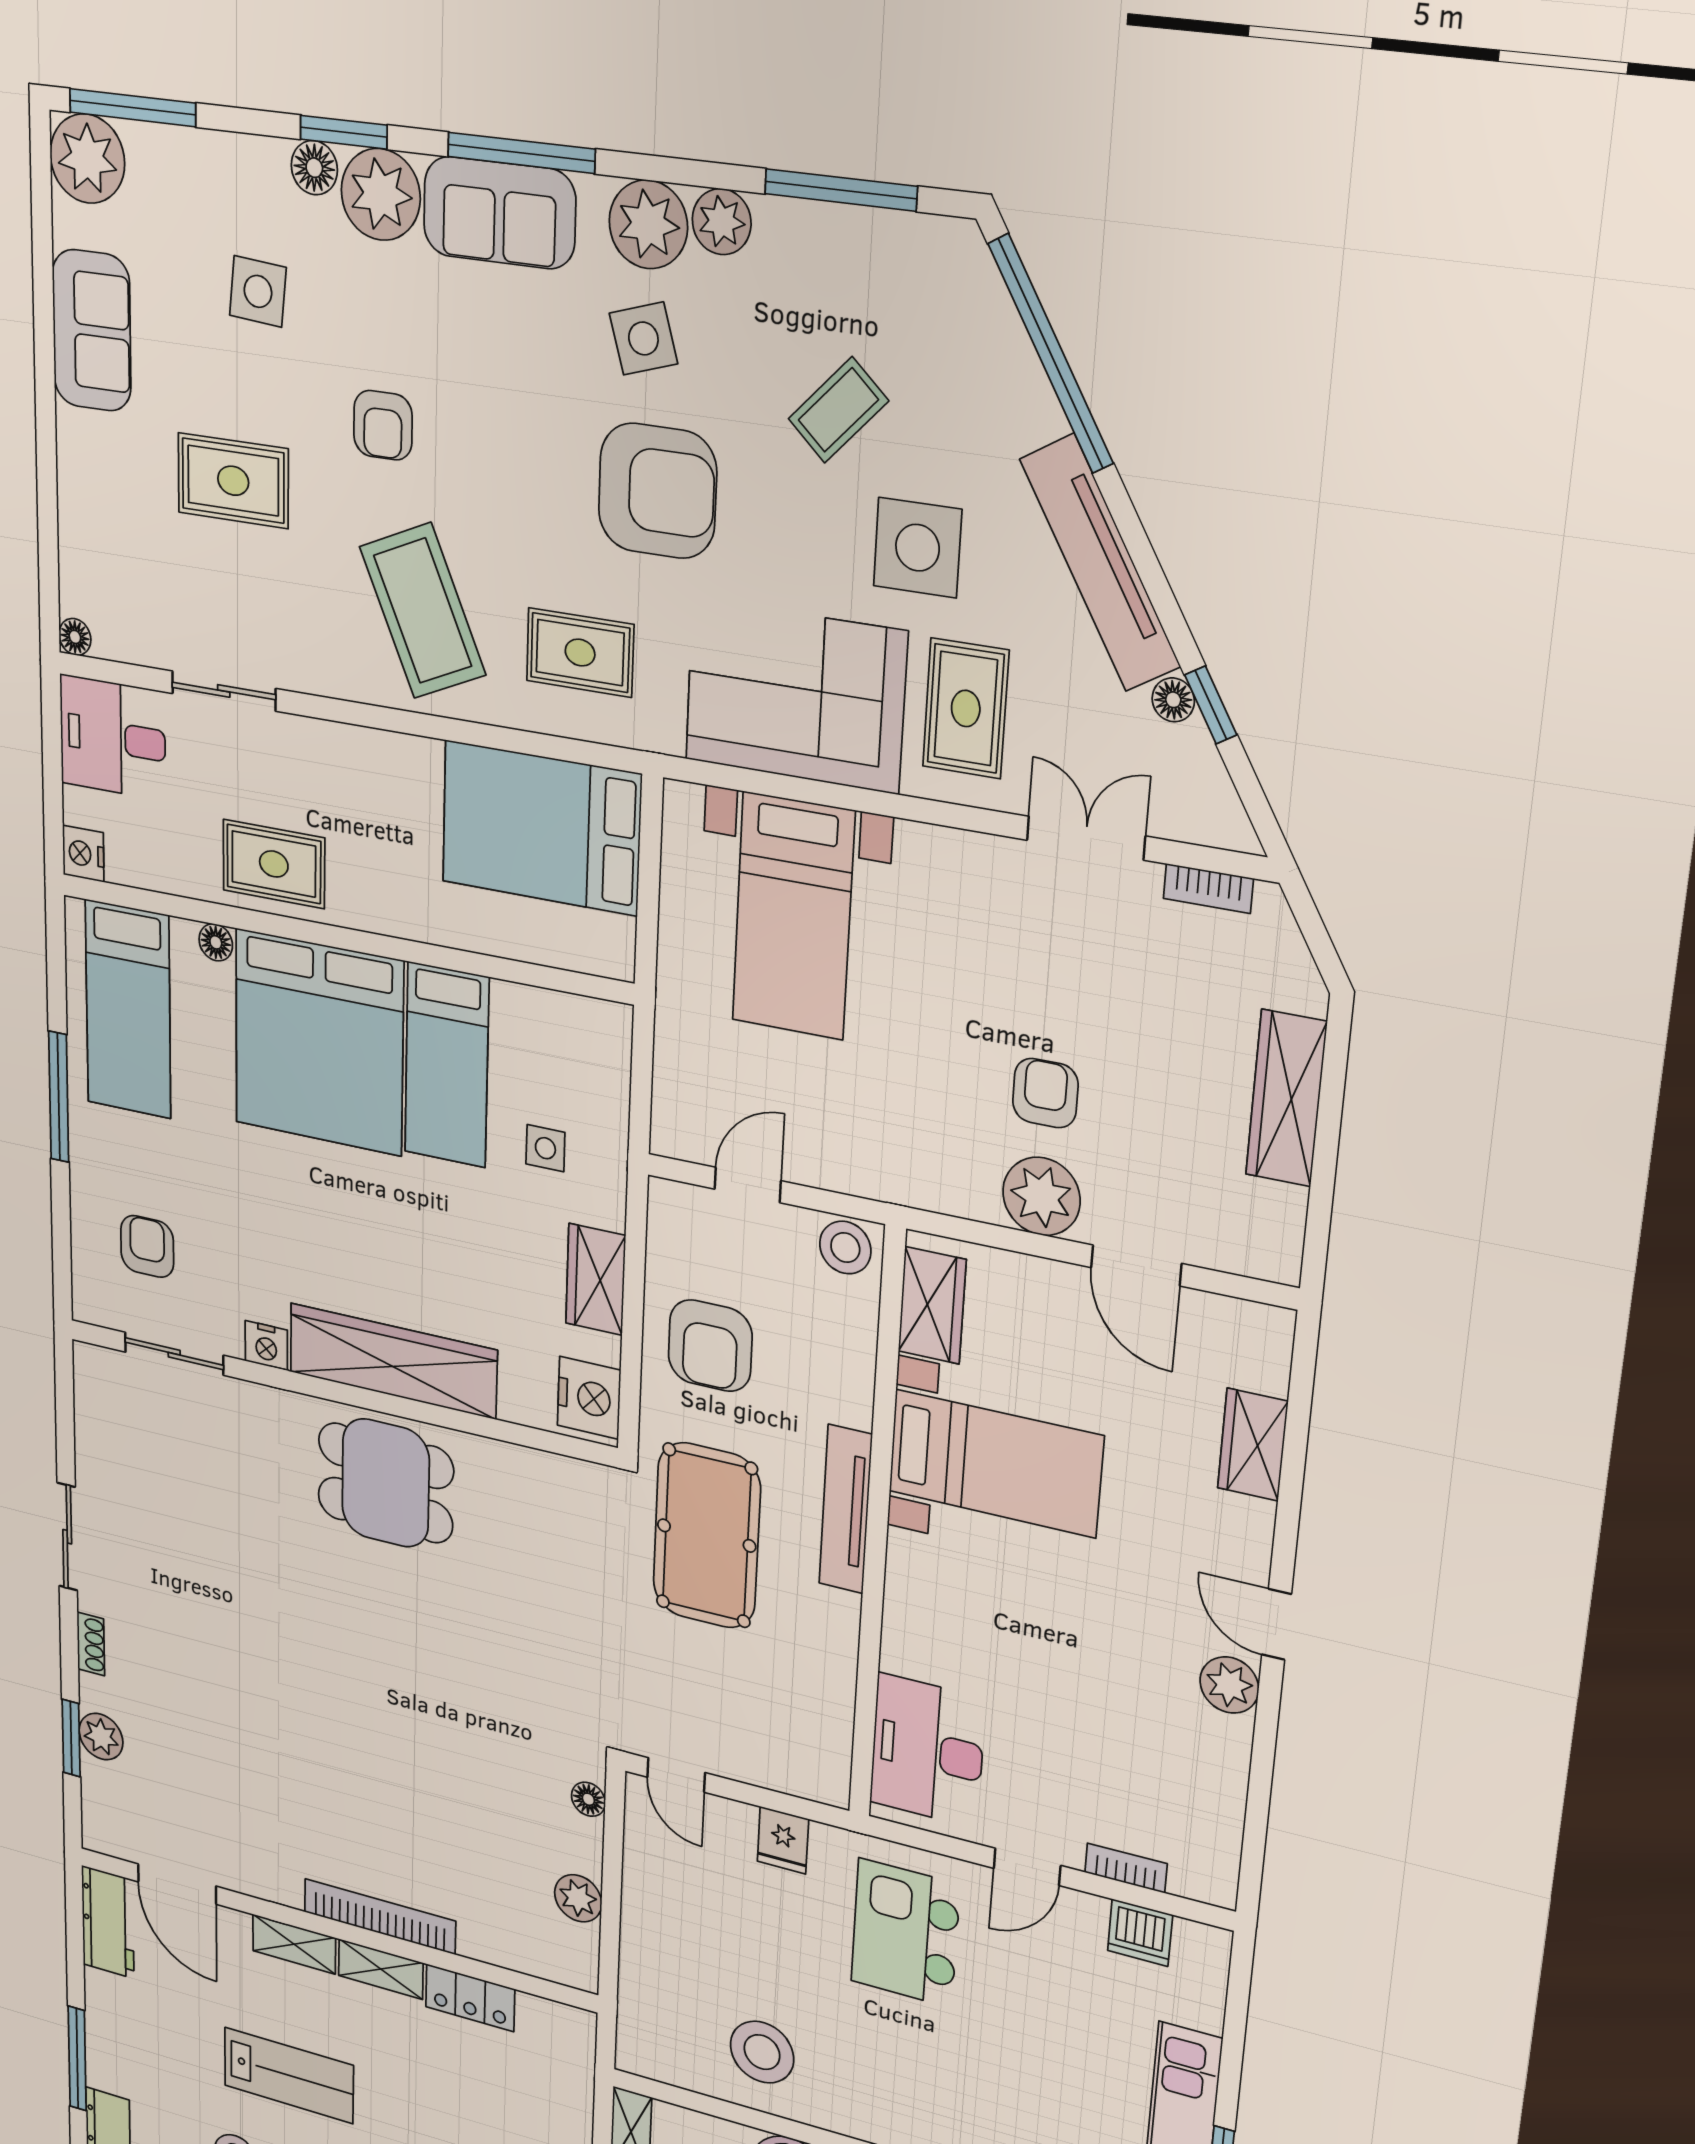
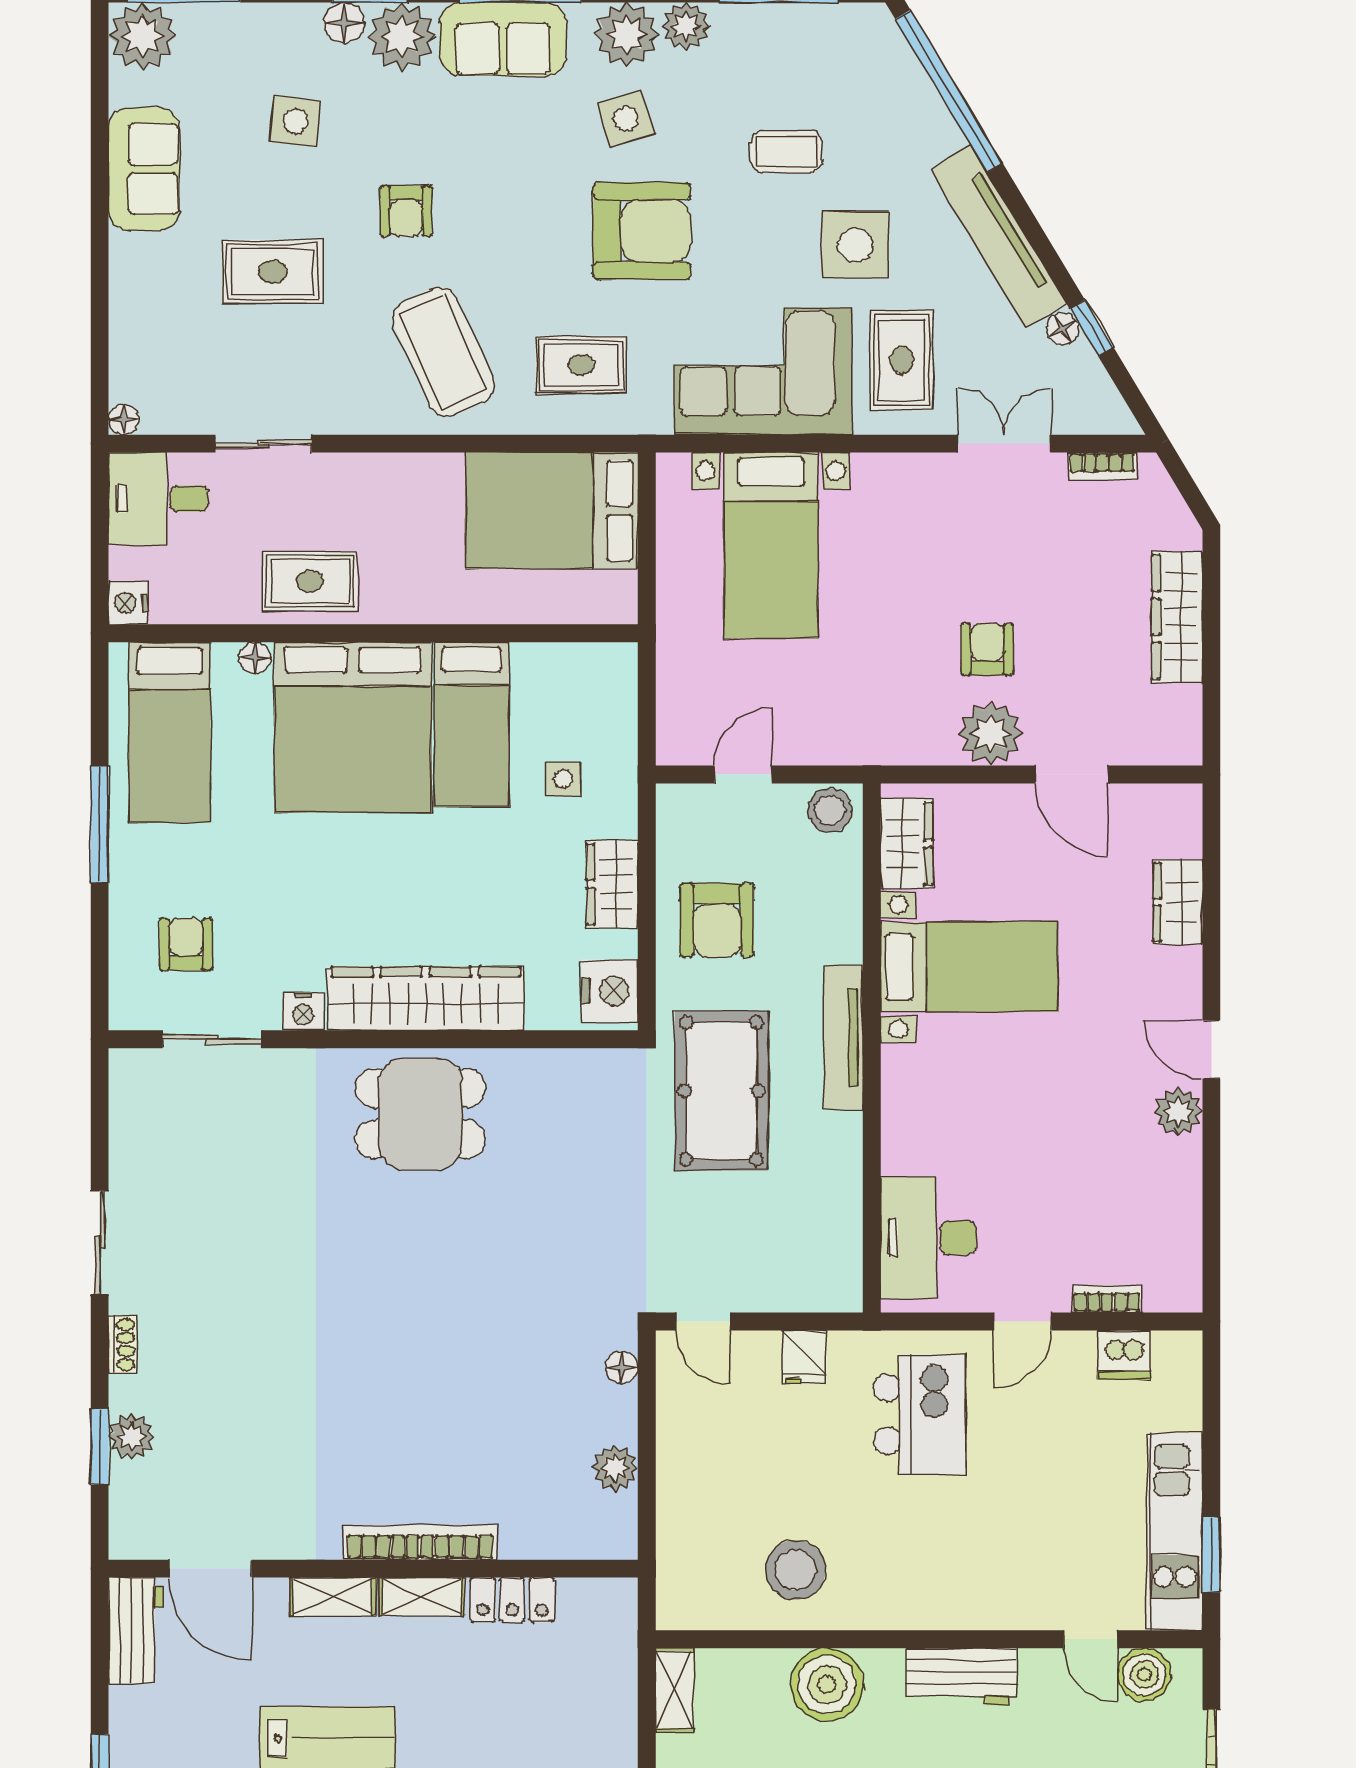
coffee table: (838, 410) -> (786, 152), turned 47
kitchen island: (905, 1933) -> (920, 1414), turned 180

